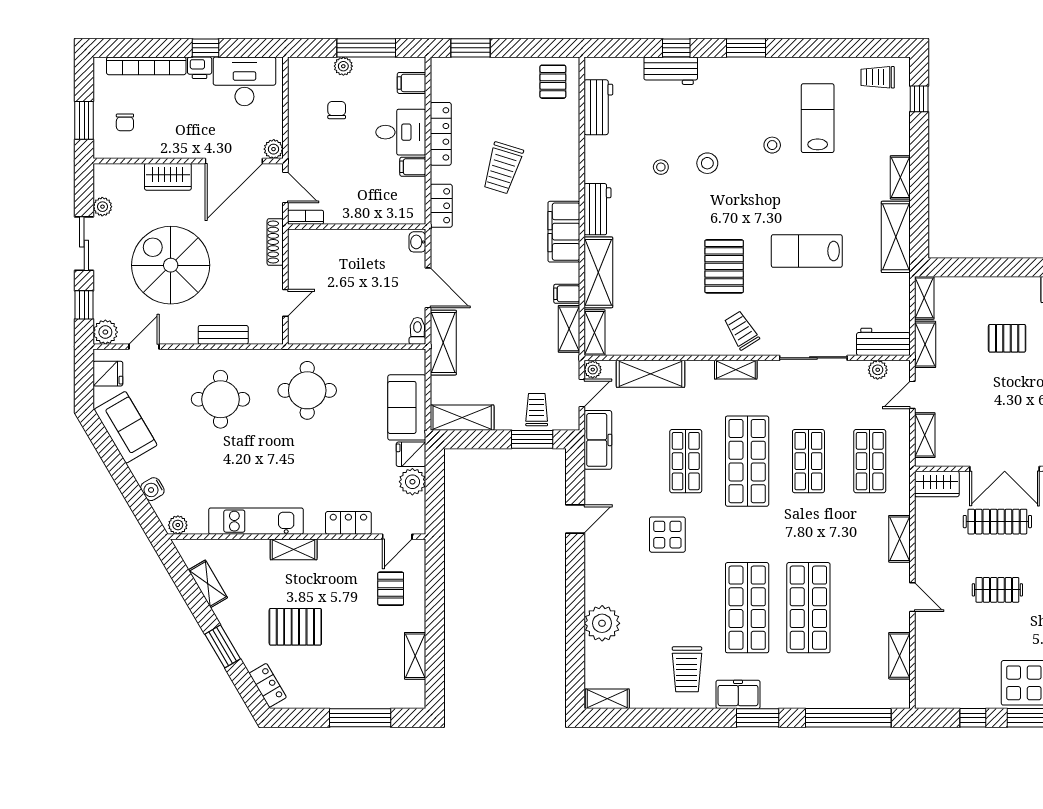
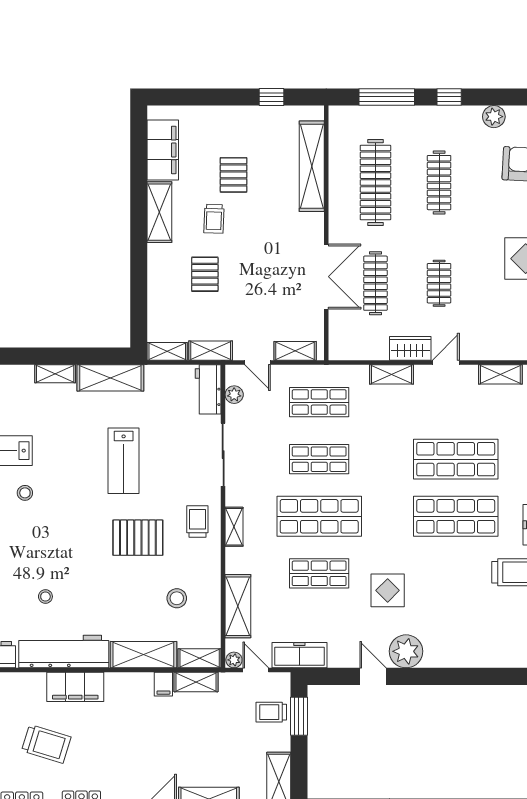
stool: (707, 163) -> (177, 598), moved
workbench: (597, 209) -> (64, 652), width x1.88, depth x1.32
filing cabinet: (564, 232) -> (75, 687), moved
trolley: (741, 330) -> (197, 521), turned 122
wardrobe: (937, 484) -> (410, 348), moved, turned -90
plant: (602, 623) -> (406, 651), moved

